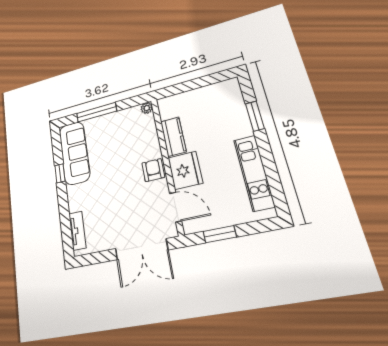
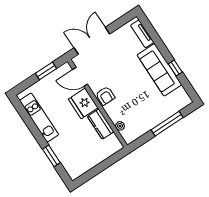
plant: (147, 108) -> (120, 126), moved
sofa: (74, 153) -> (159, 70), moved

